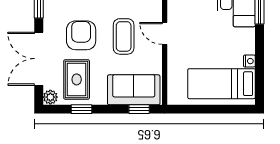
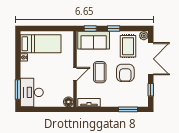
door: (165, 33) -> (75, 74), hinge flipped
window: (82, 109) -> (114, 28), moved

